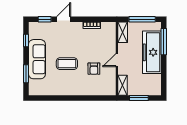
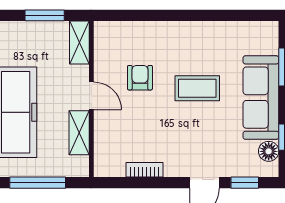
shelving: (123, 32) -> (79, 133), moved
floor lamp: (33, 34) -> (269, 151), added
door: (117, 60) -> (91, 96), hinge flipped

